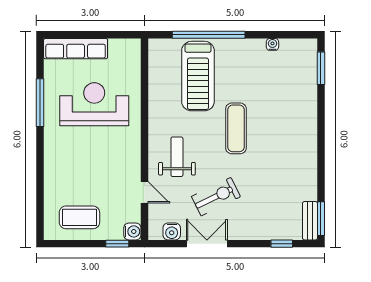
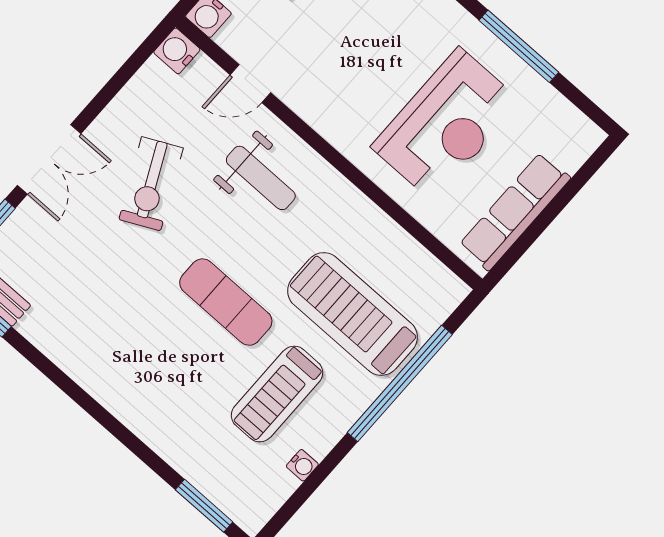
row of seats: (76, 49) -> (515, 211), moved
treadmill: (254, 78) -> (277, 394), added
water cooler: (172, 231) -> (177, 51), moved
double door: (207, 244) -> (49, 159), moved

